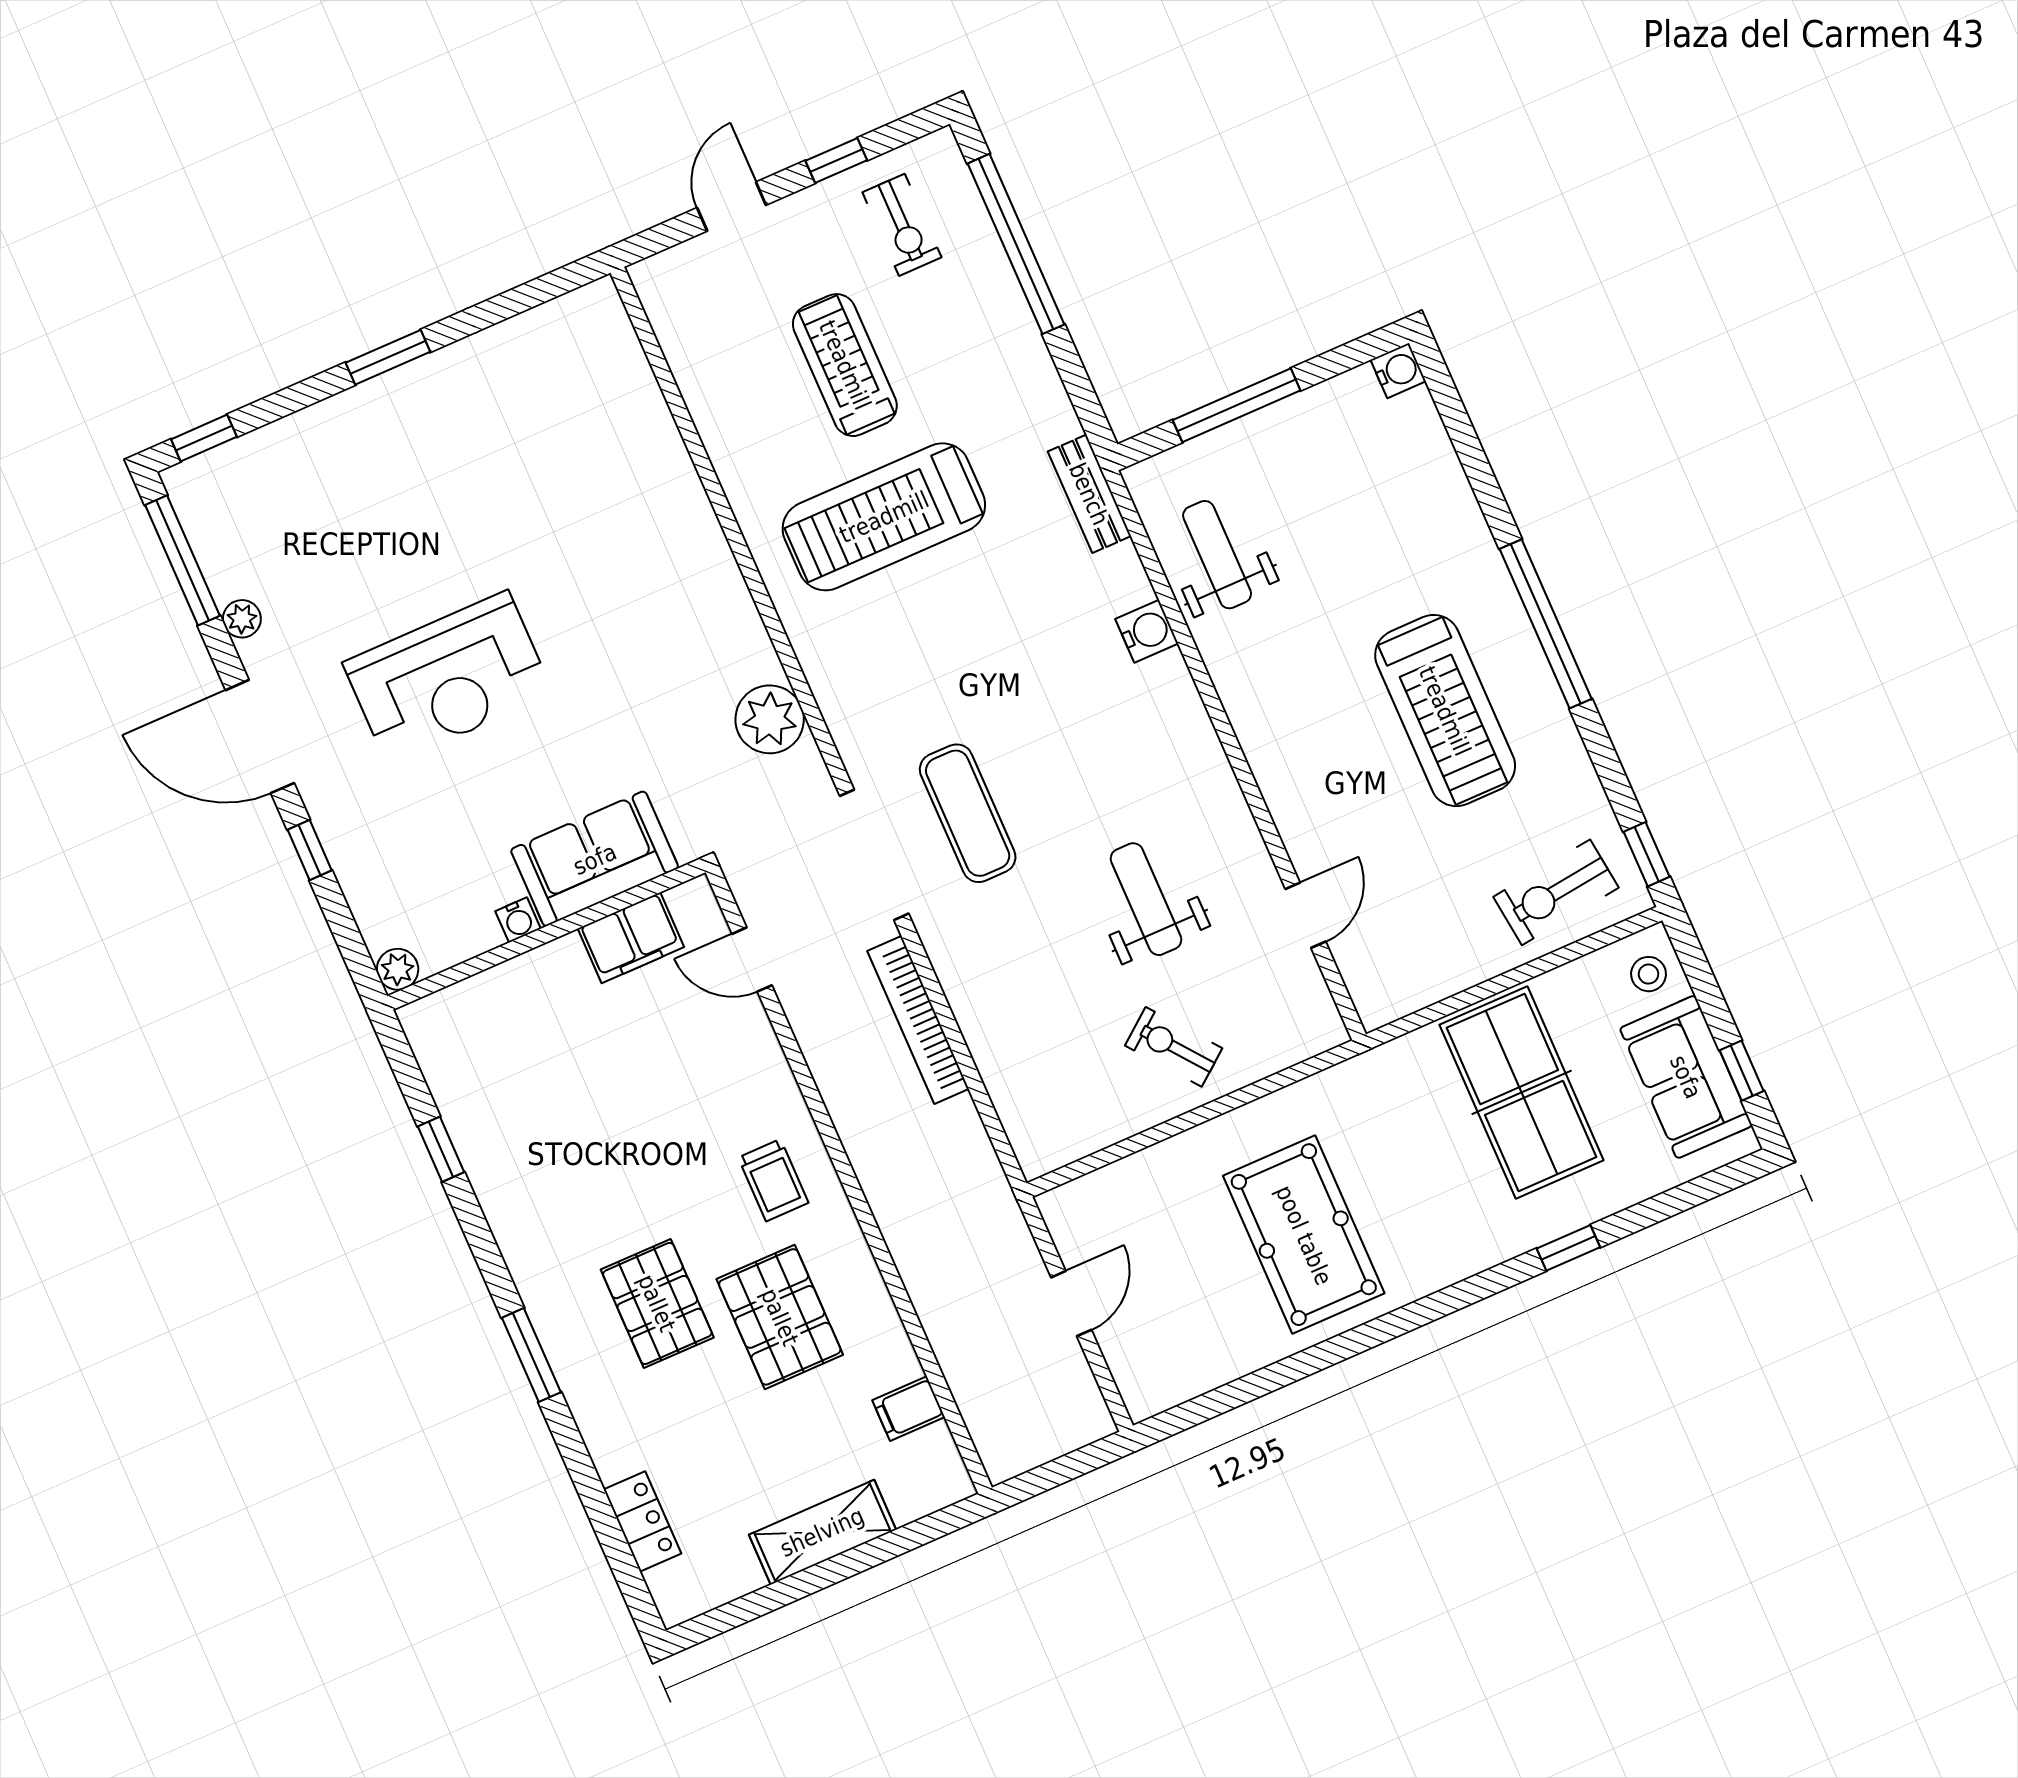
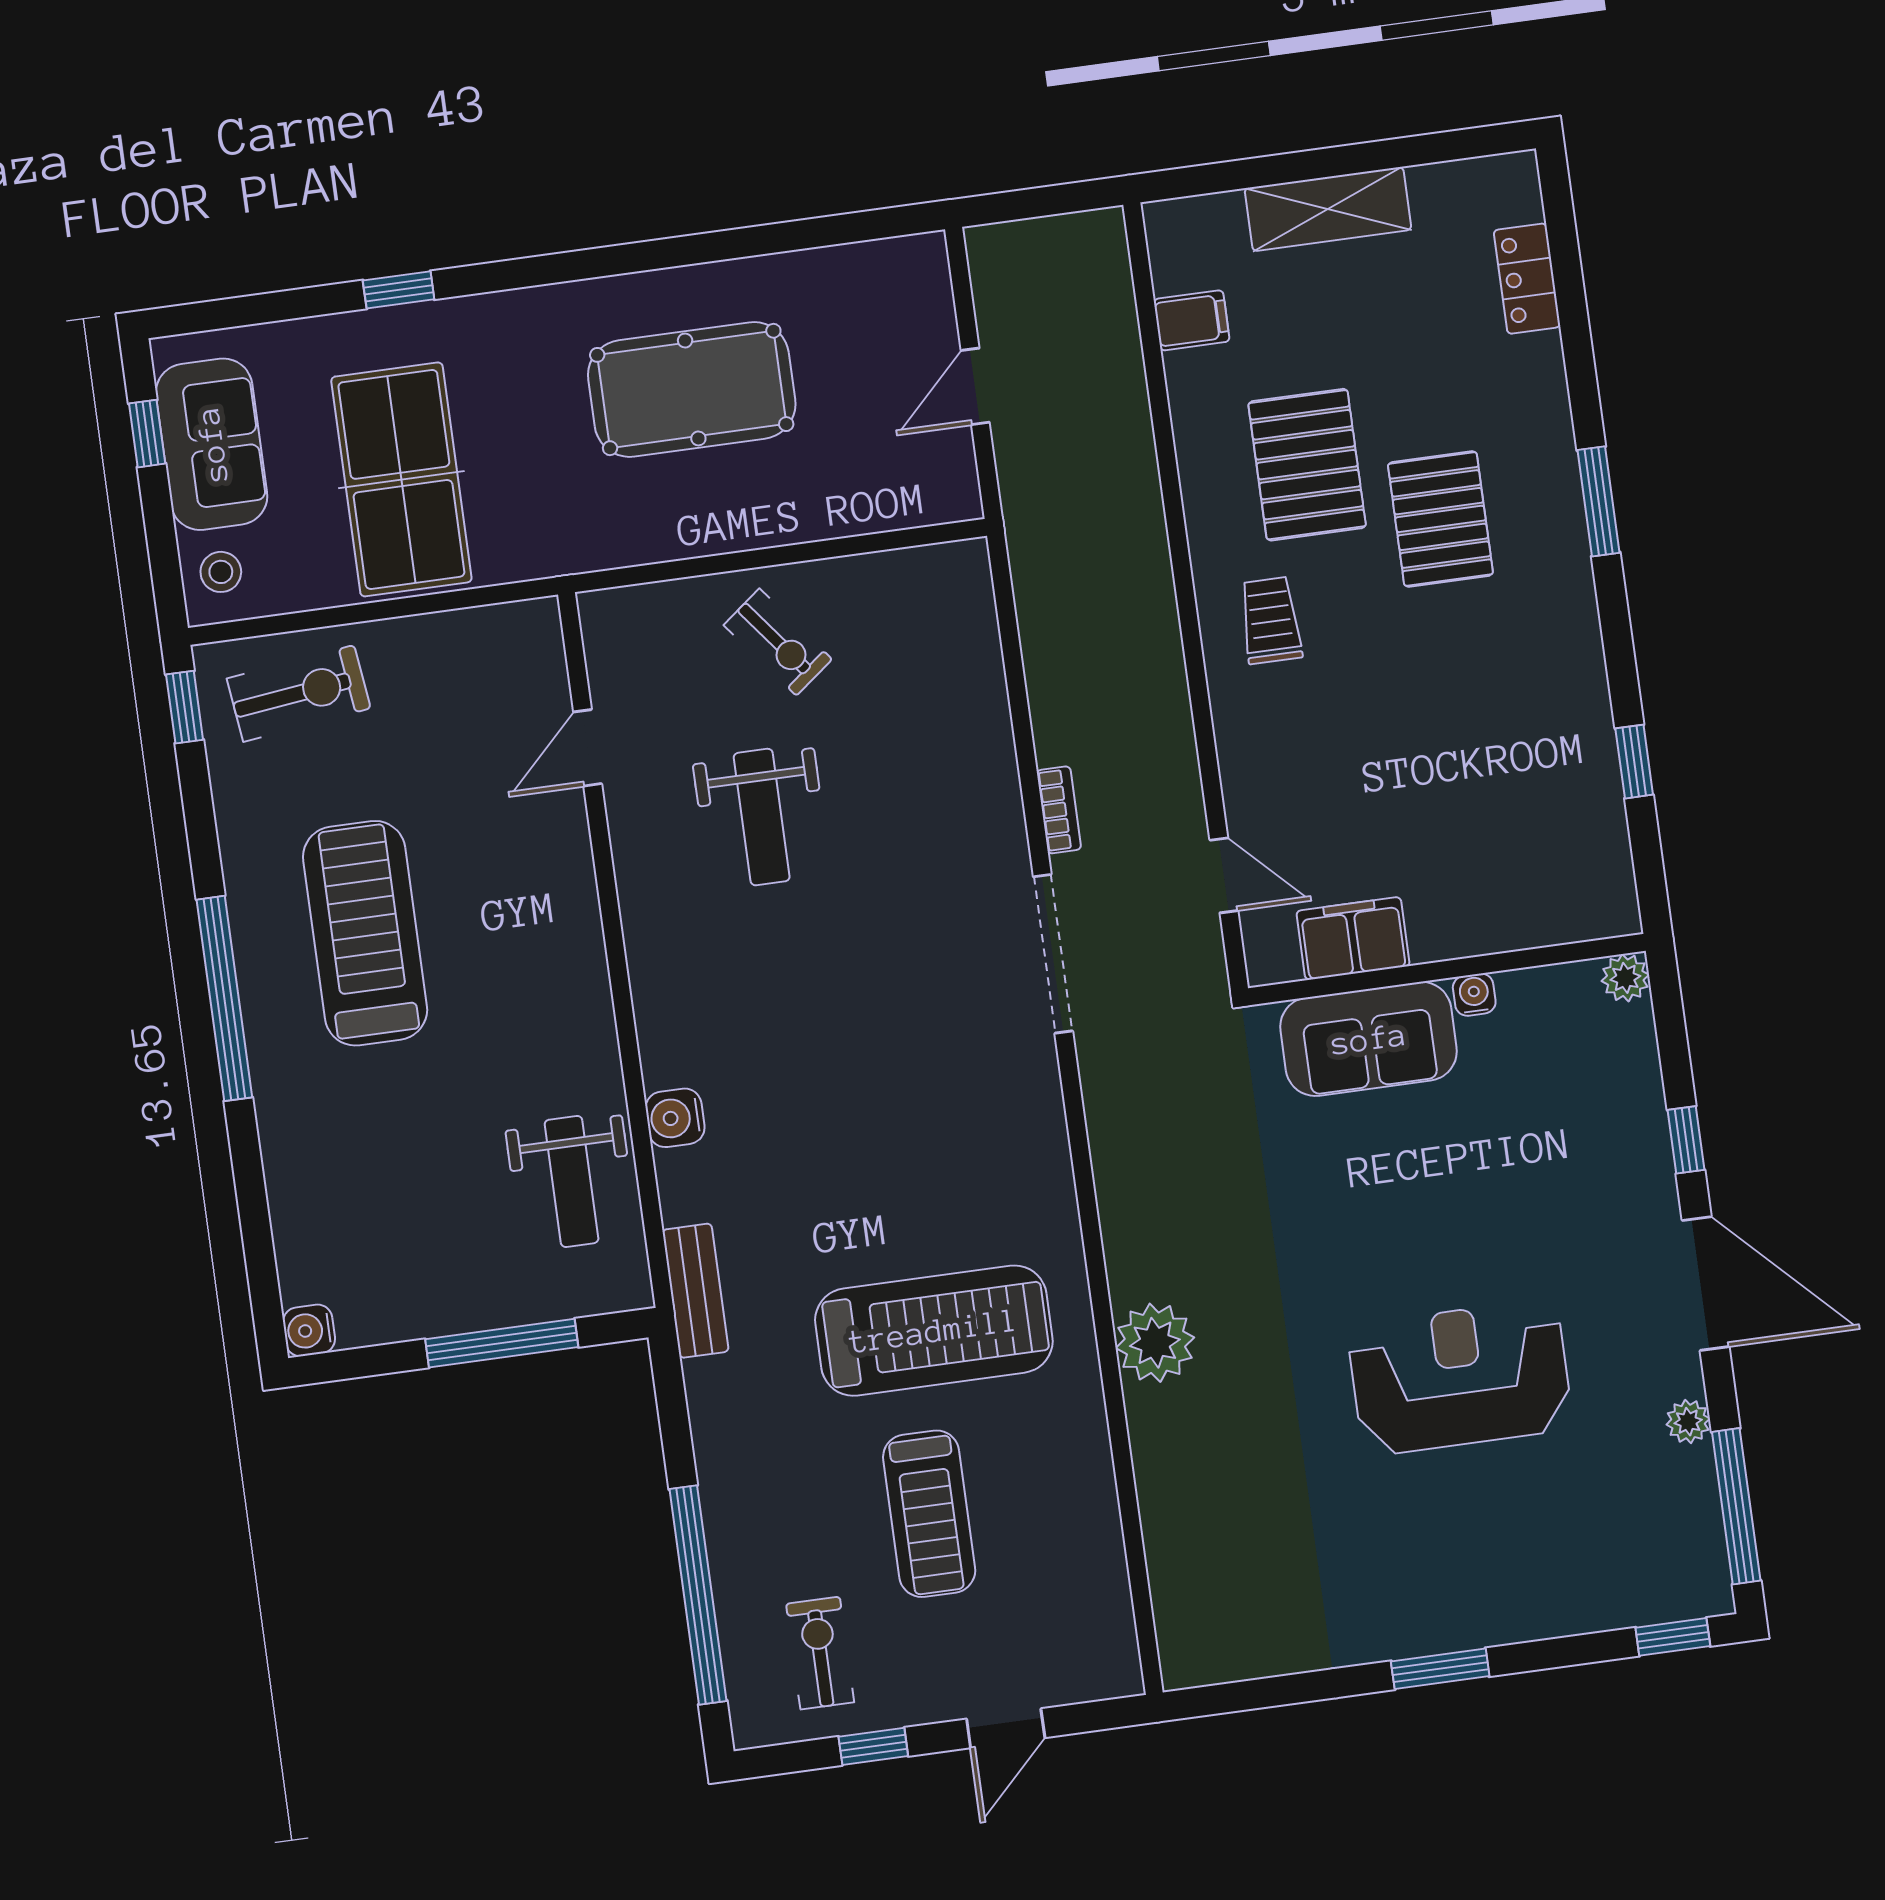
reception desk: (448, 678) -> (1460, 1377), moved
plant: (770, 719) -> (1155, 1343), moved
exercise mat: (968, 813) -> (935, 971), removed
bookcase: (918, 1020) -> (1059, 810), width x0.43, depth x0.76
pool table: (1304, 1235) -> (692, 389), turned 90

